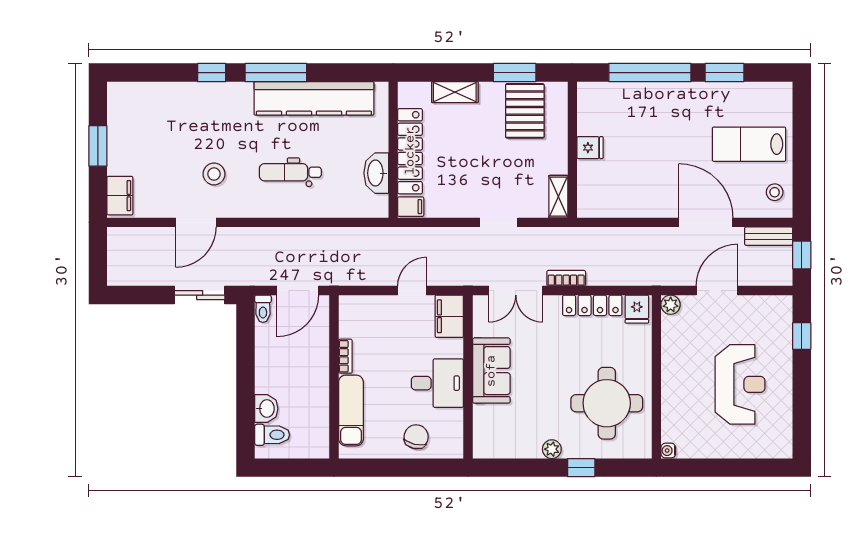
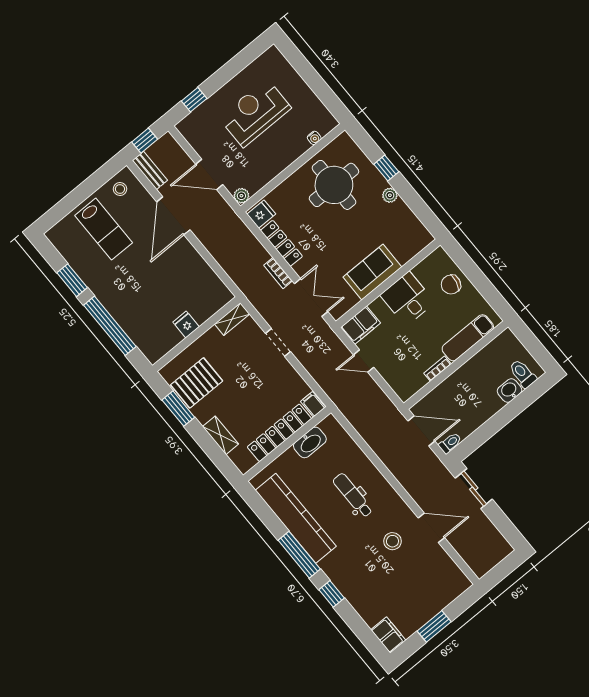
dental chair: (290, 172) -> (353, 495), turned 180
filing cabinet: (120, 196) -> (388, 635), moved, turned 90
water cooler: (668, 451) -> (314, 138), moved

